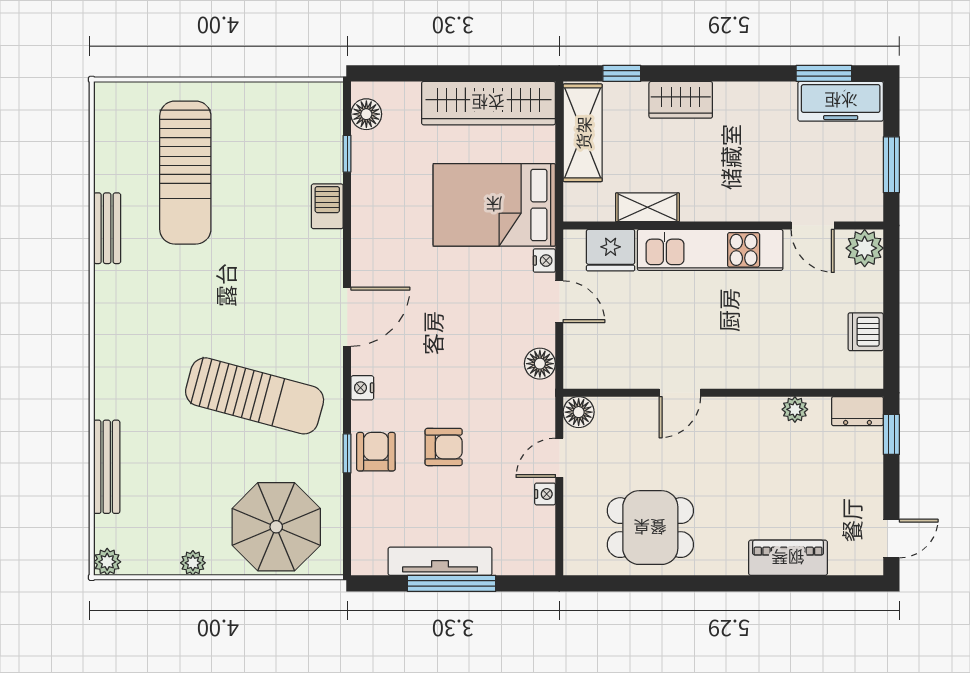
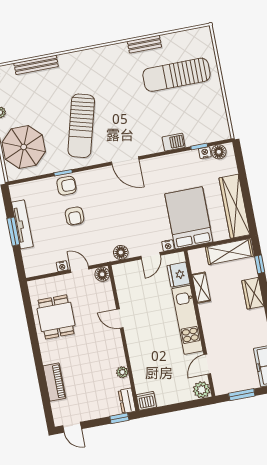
dishwasher: (866, 332) -> (146, 401), moved
nightstand: (362, 388) -> (205, 153), moved
window: (452, 583) -> (13, 232), width x0.69

